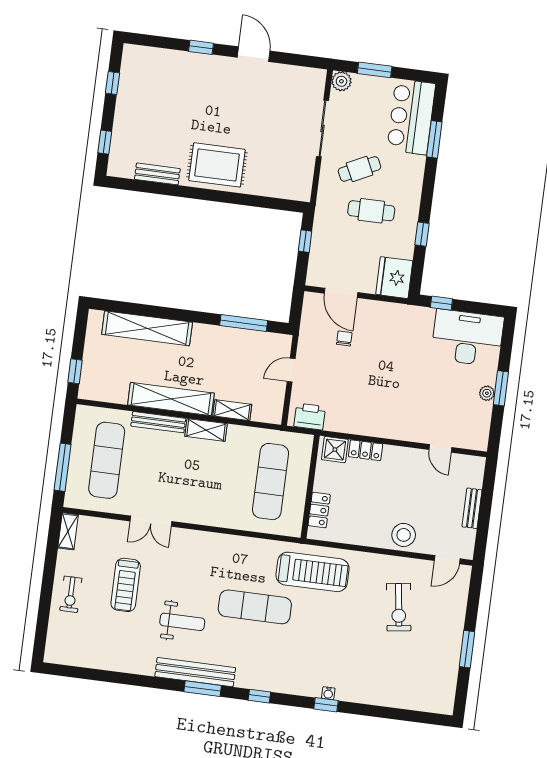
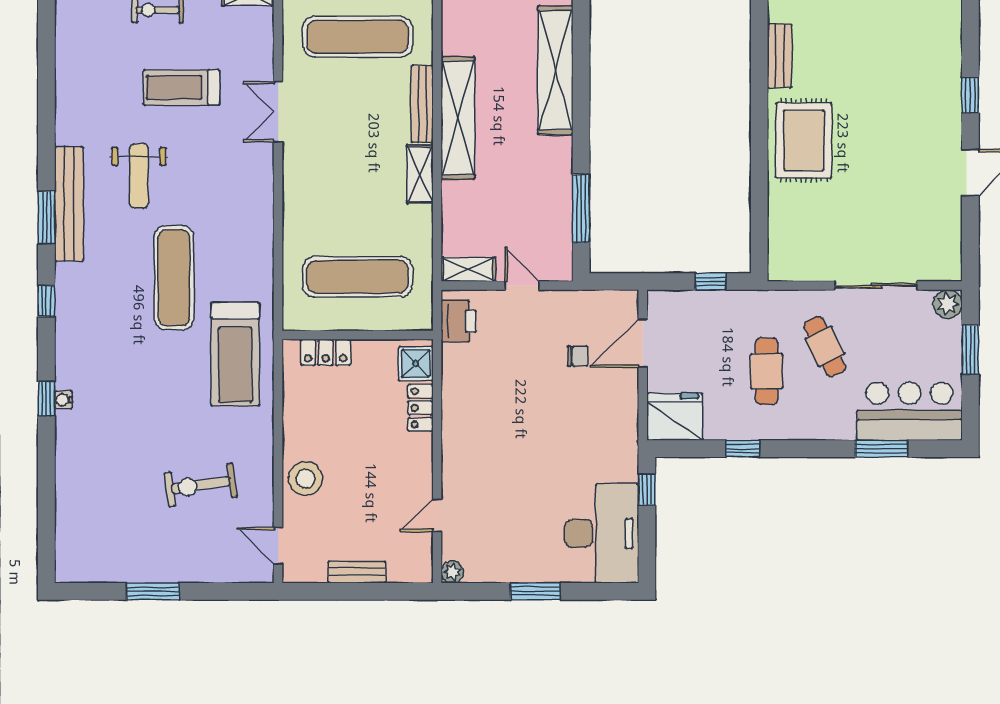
plant: (487, 393) -> (452, 572), moved
shelving: (232, 410) -> (468, 269), moved, turned 90

